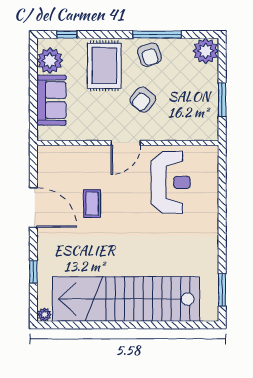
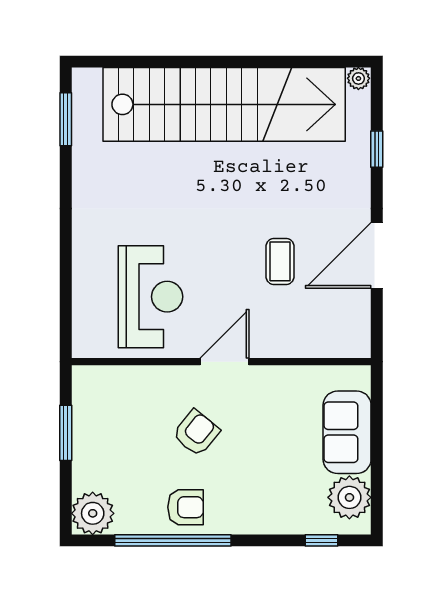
window: (157, 35) -> (173, 540), width x1.46
armchair: (149, 55) -> (186, 507), turned 108
rug: (104, 66) -> (260, 489), removed
reception desk: (171, 182) -> (150, 297), turned 180
door: (33, 207) -> (377, 255), hinge flipped

